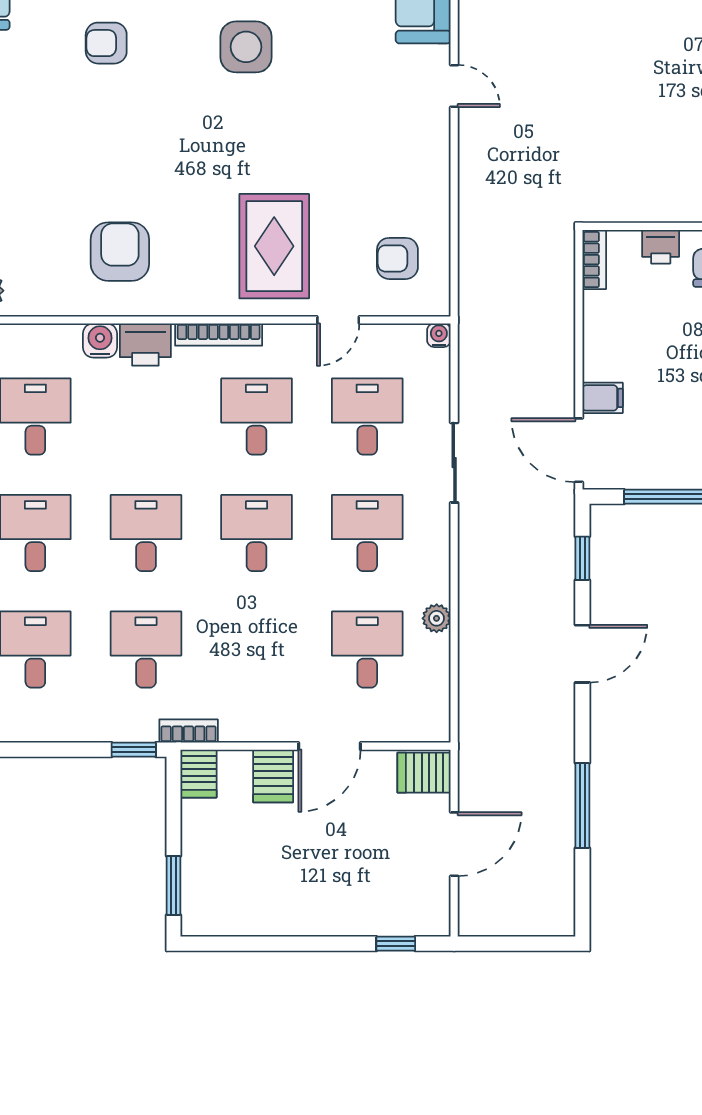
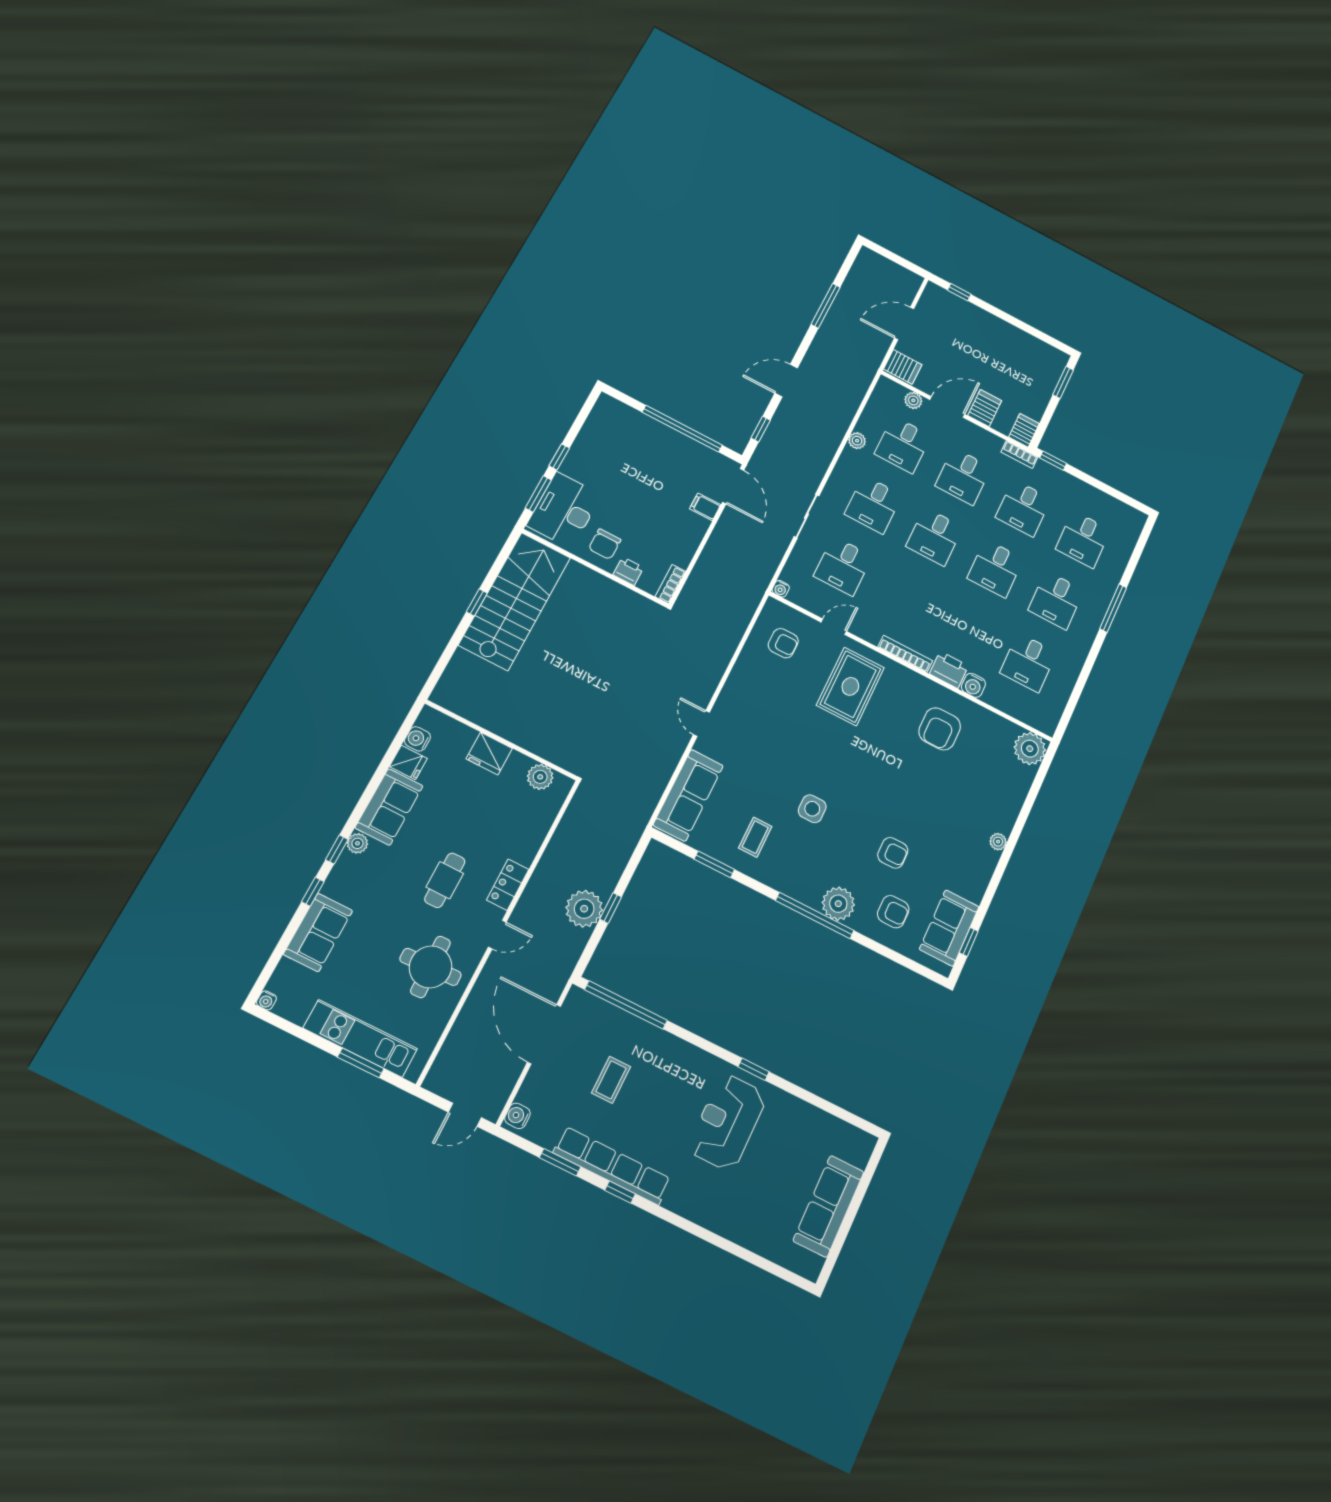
side table: (246, 47) -> (812, 809), width x0.73, depth x0.73
desk: (257, 417) -> (963, 476), moved
plant: (384, 728) -> (913, 400), added

